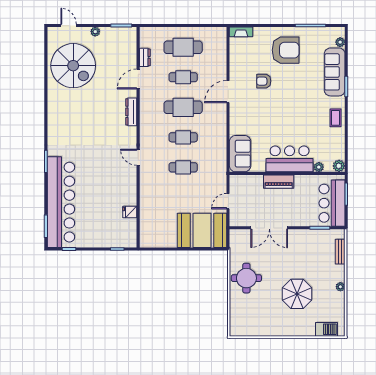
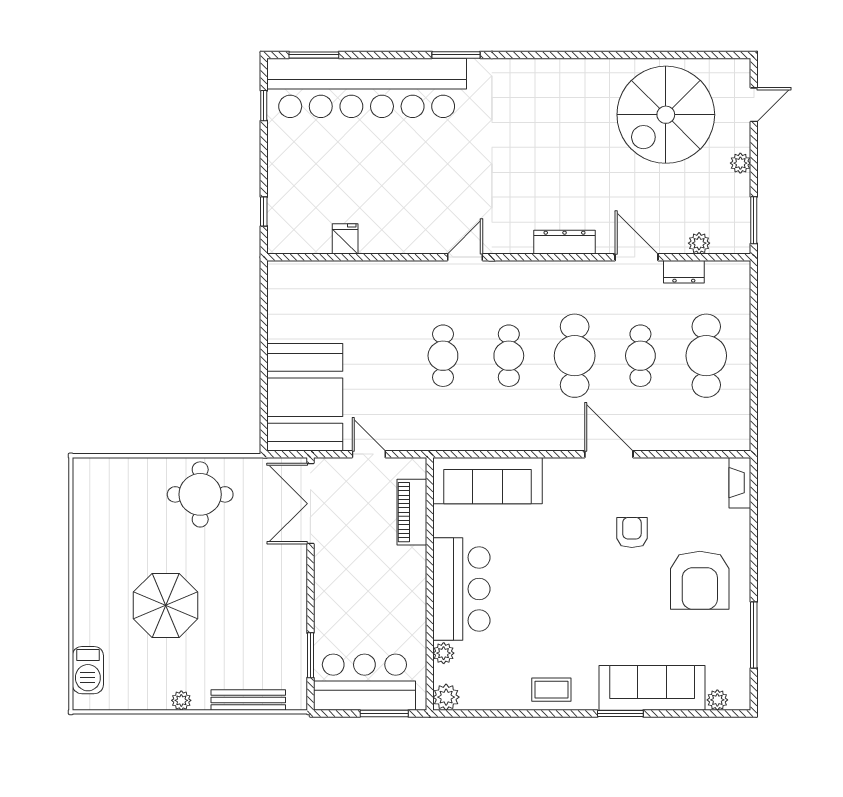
plant: (132, 50) -> (699, 243), added
sofa: (240, 154) -> (488, 481), width x1.36
piano: (279, 182) -> (412, 512), moved
double door: (269, 228) -> (310, 504), moved
bench: (340, 252) -> (248, 700), width x1.36

